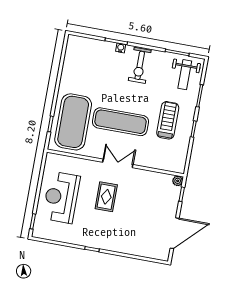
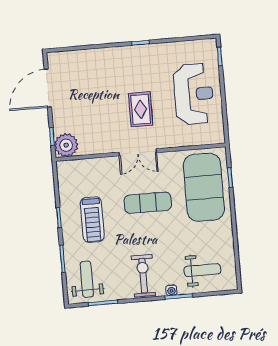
weight bench: (92, 57) -> (202, 270), added
exercise mat: (121, 122) -> (148, 203), width x0.73, depth x0.69
plant: (178, 181) -> (66, 145), width x1.88, depth x1.88

